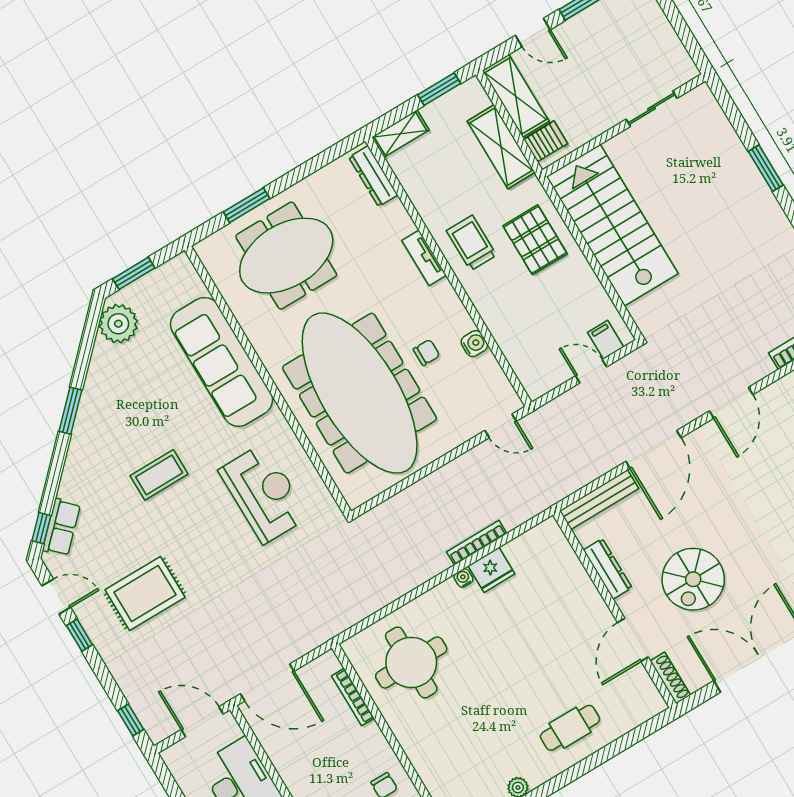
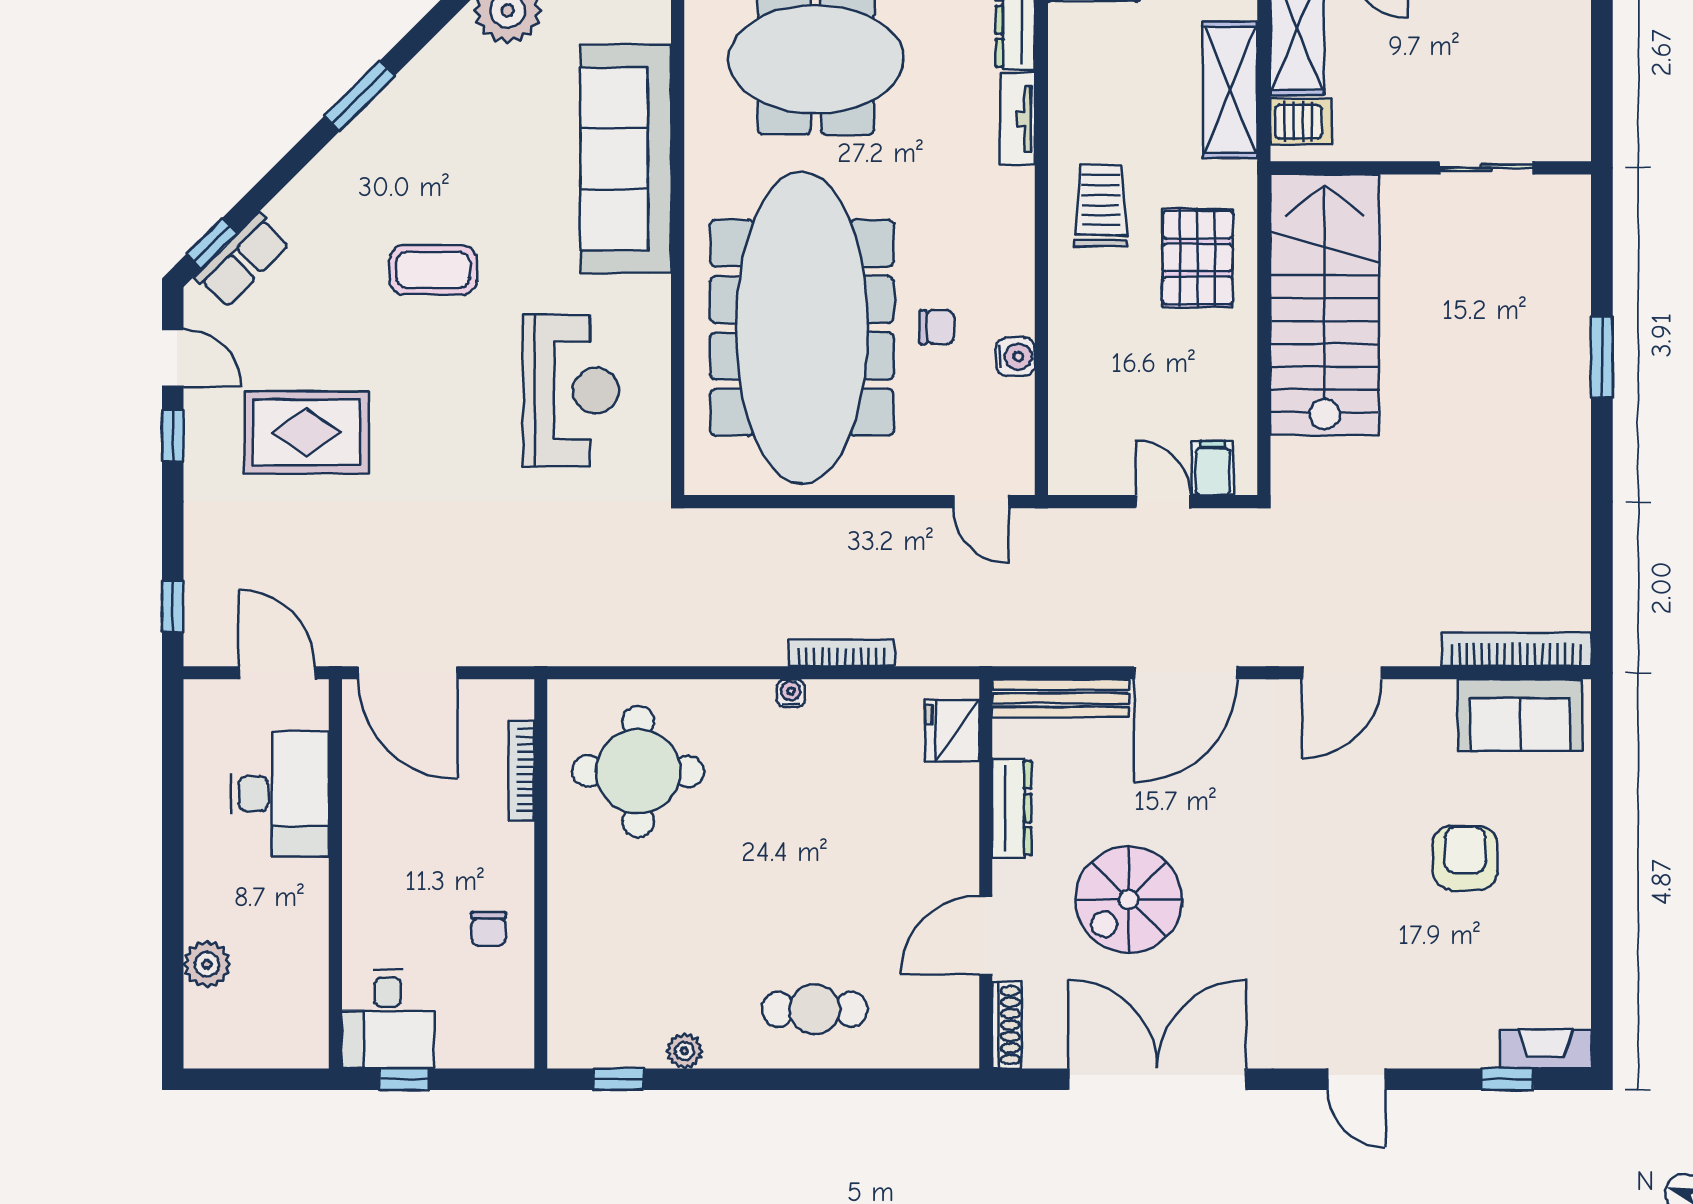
tv unit: (424, 258) -> (1017, 119), moved
fridge: (491, 570) -> (952, 731), moved, turned 90

